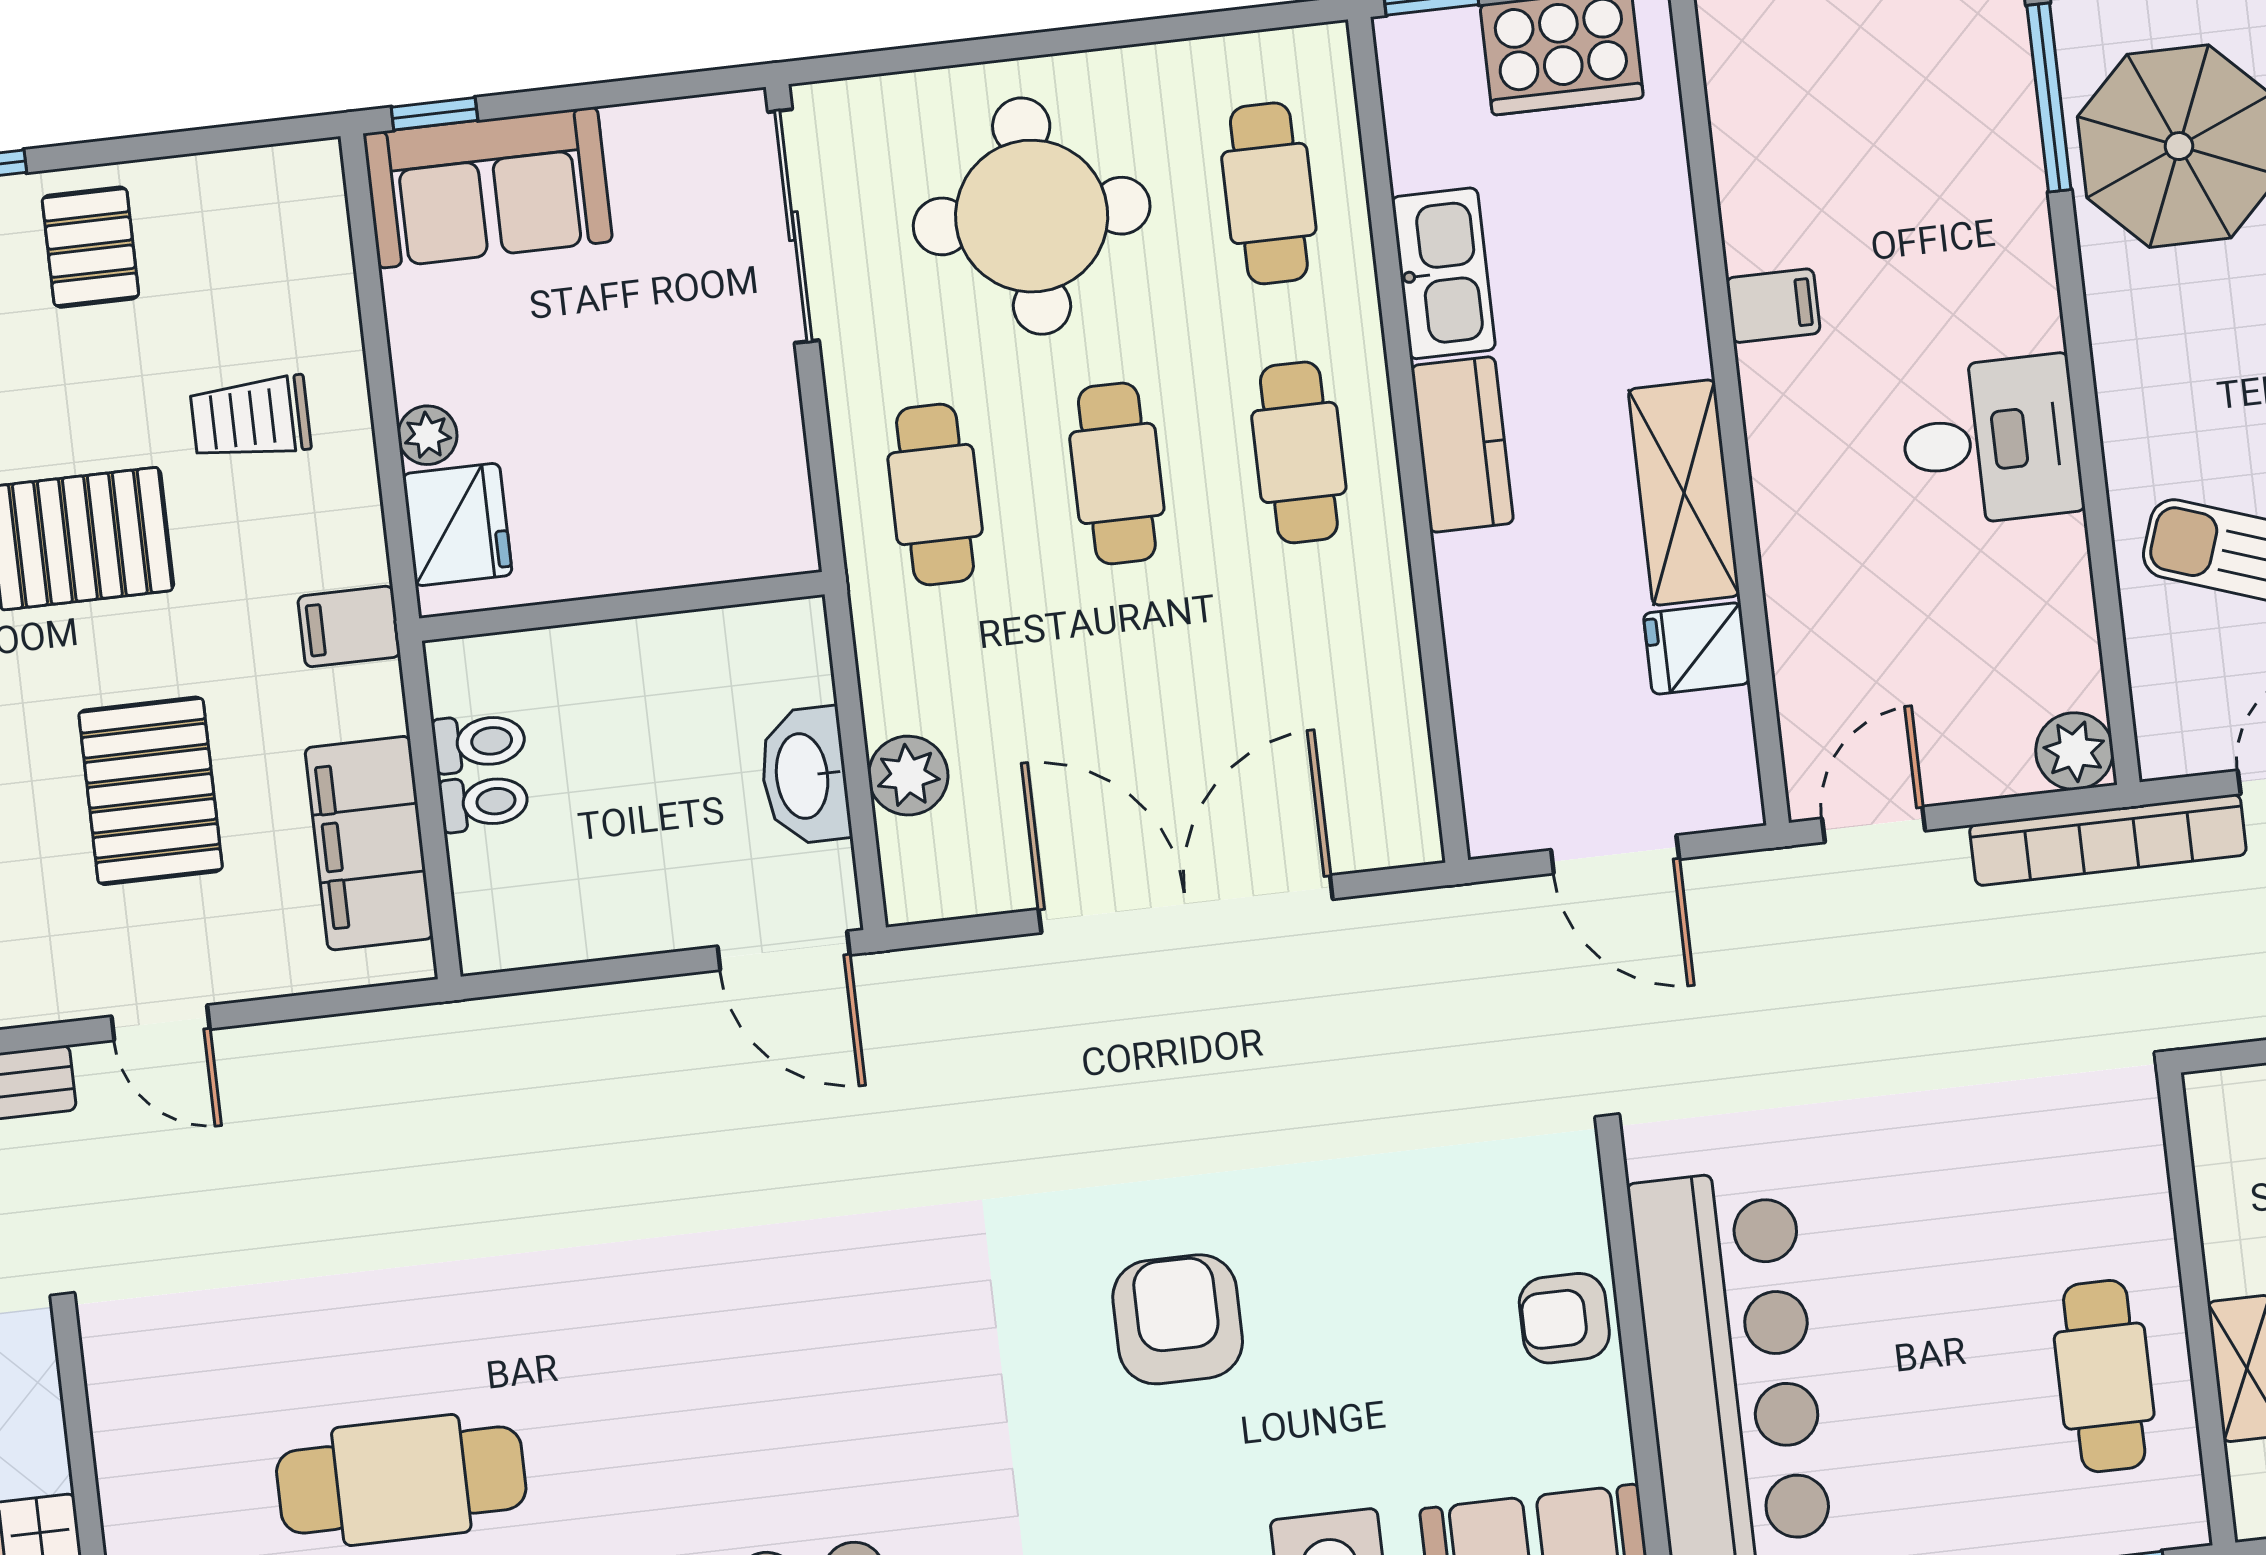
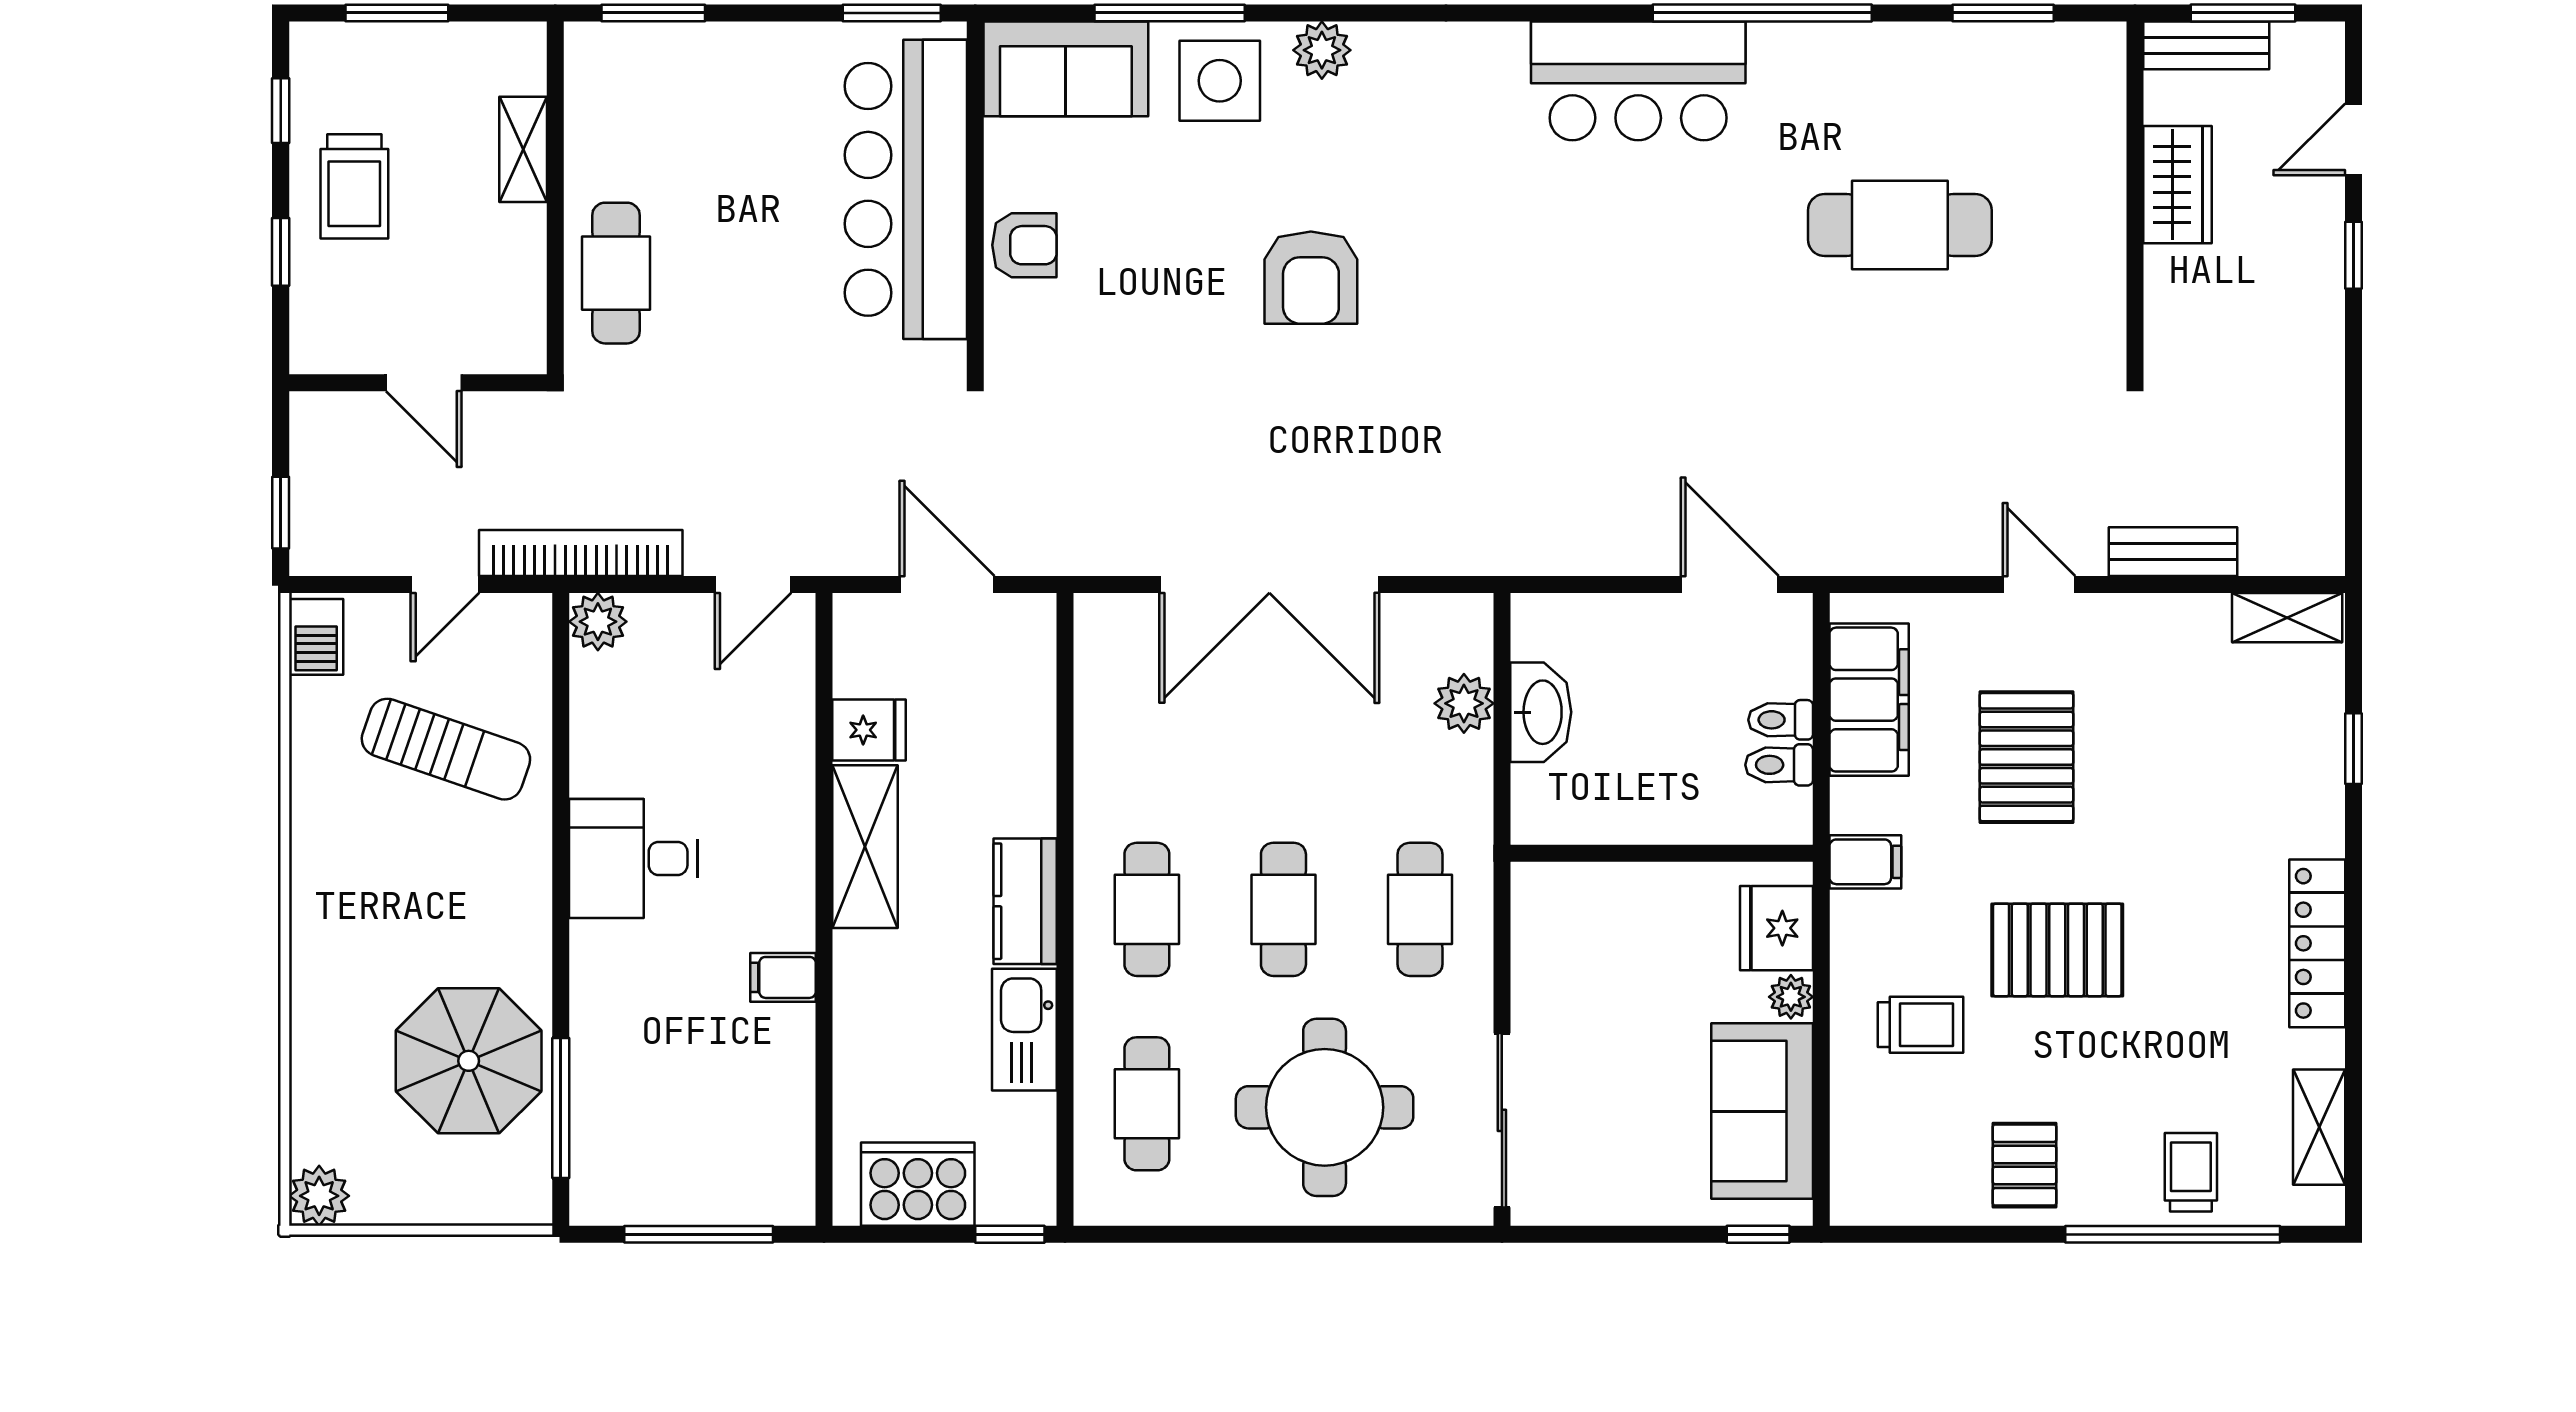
sofa: (488, 188) -> (1762, 1111), moved, turned -90
door: (784, 951) -> (1730, 584), moved
cafe table: (2104, 1376) -> (616, 273), moved

